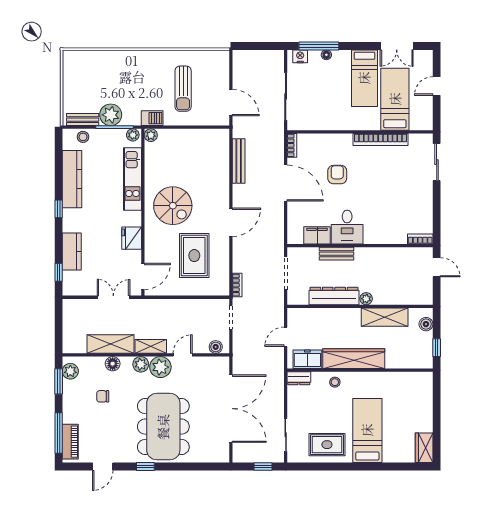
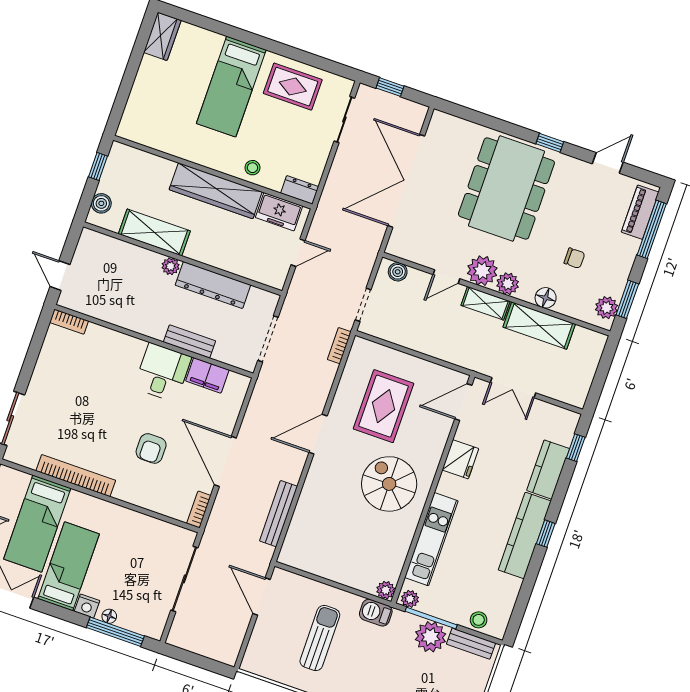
nightstand: (300, 56) -> (87, 606), moved
kitchen counter: (72, 179) -> (525, 535), moved

